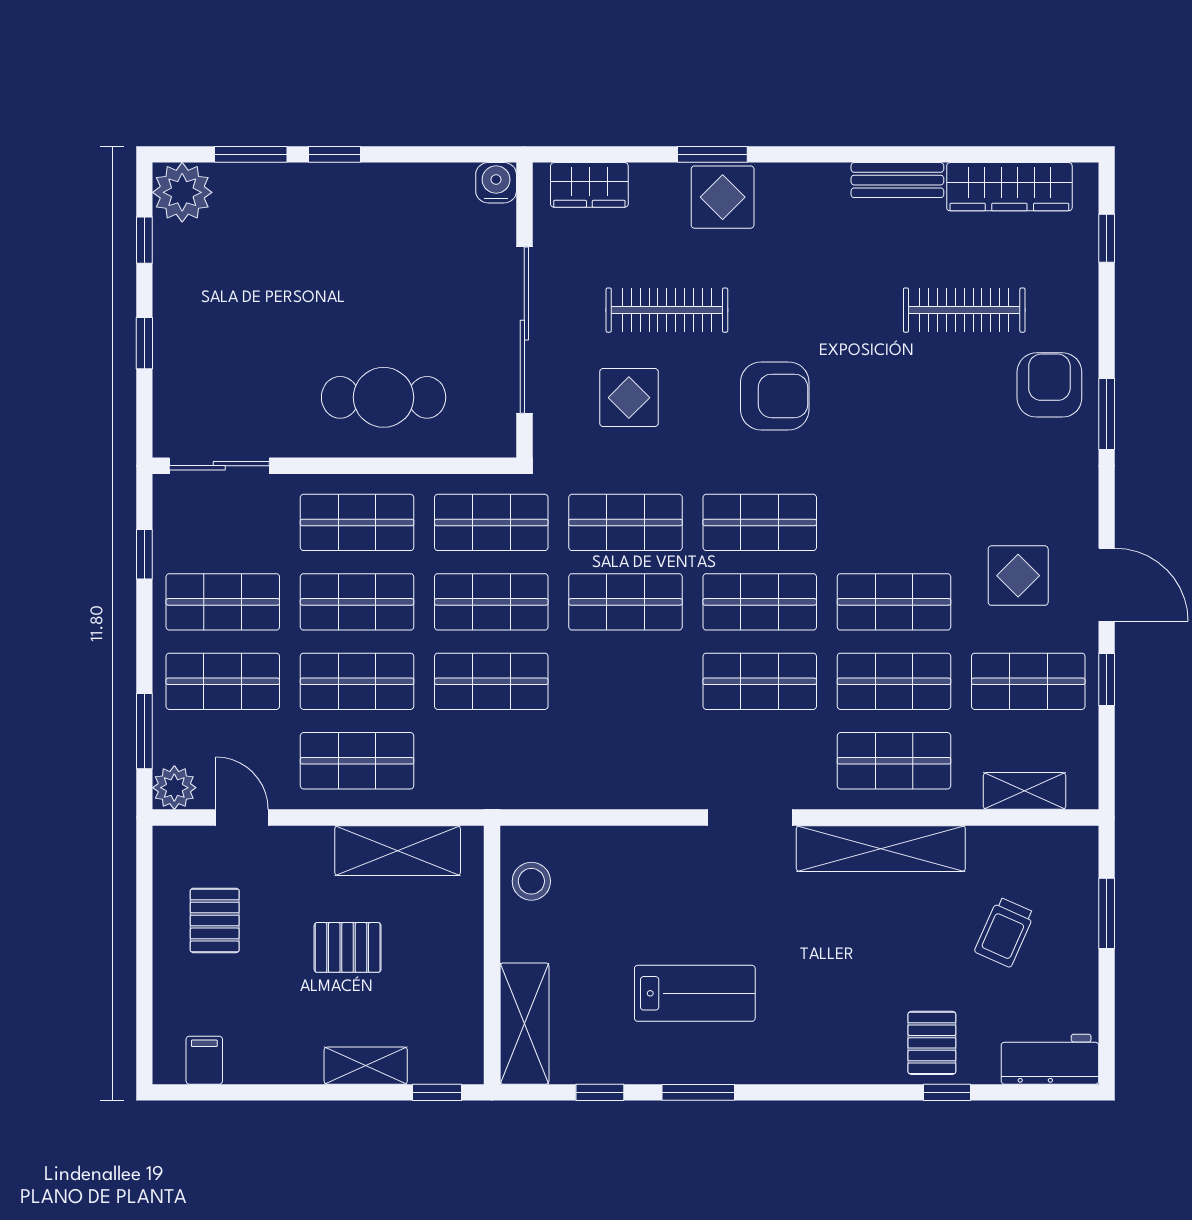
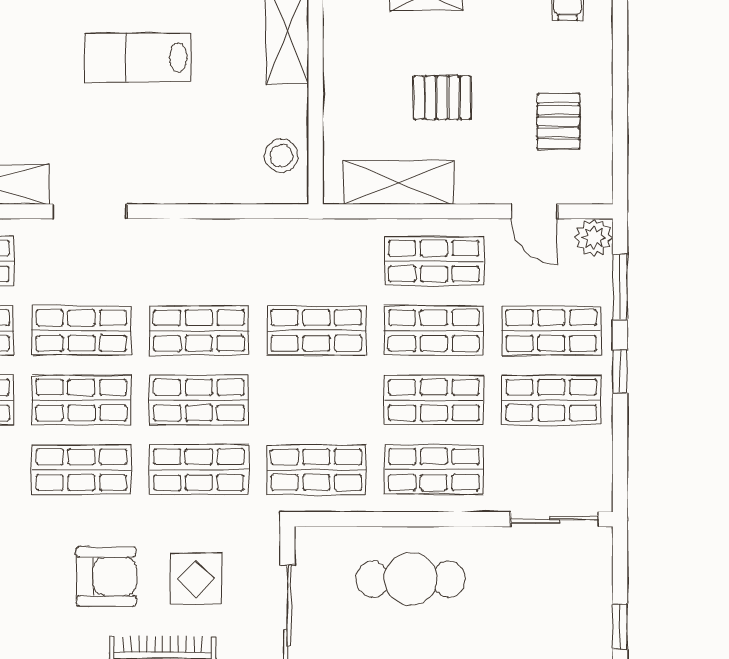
armchair: (775, 396) -> (106, 576), moved, turned 180
window: (144, 554) -> (620, 372), moved
shop shelf: (491, 602) -> (199, 331), moved

